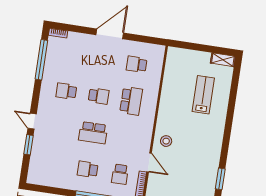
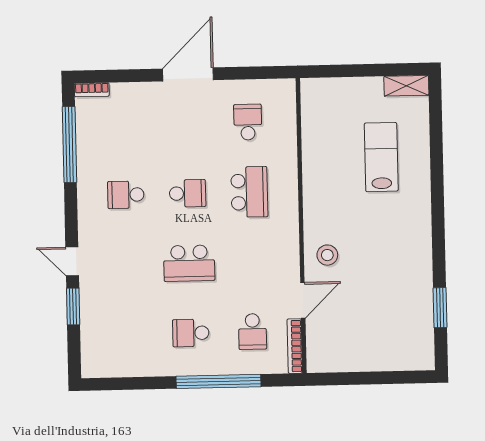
school desk: (137, 64) -> (248, 122), turned 90
door: (149, 162) -> (303, 300), hinge flipped

